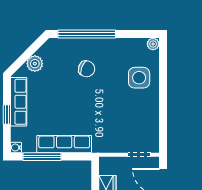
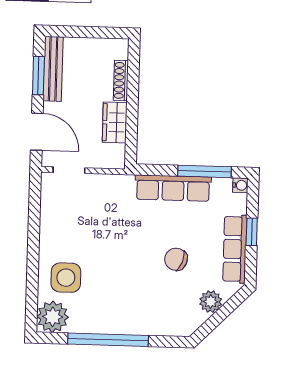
window: (87, 34) -> (108, 340), moved
plant: (153, 44) -> (53, 317), width x1.88, depth x1.88
chair: (87, 69) -> (176, 259), moved

